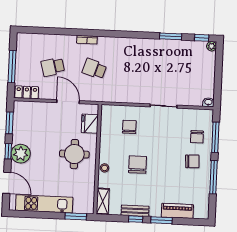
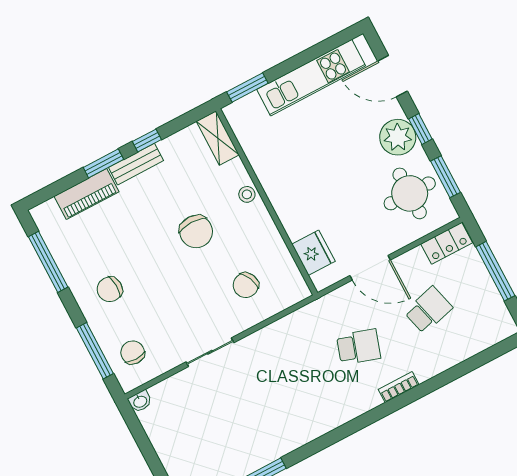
chair: (129, 127) -> (246, 285), turned 66
chair: (197, 137) -> (133, 352), moved
round table: (74, 154) -> (410, 193), moved
window: (214, 177) -> (48, 262), moved
bench: (135, 211) -> (136, 164), moved

